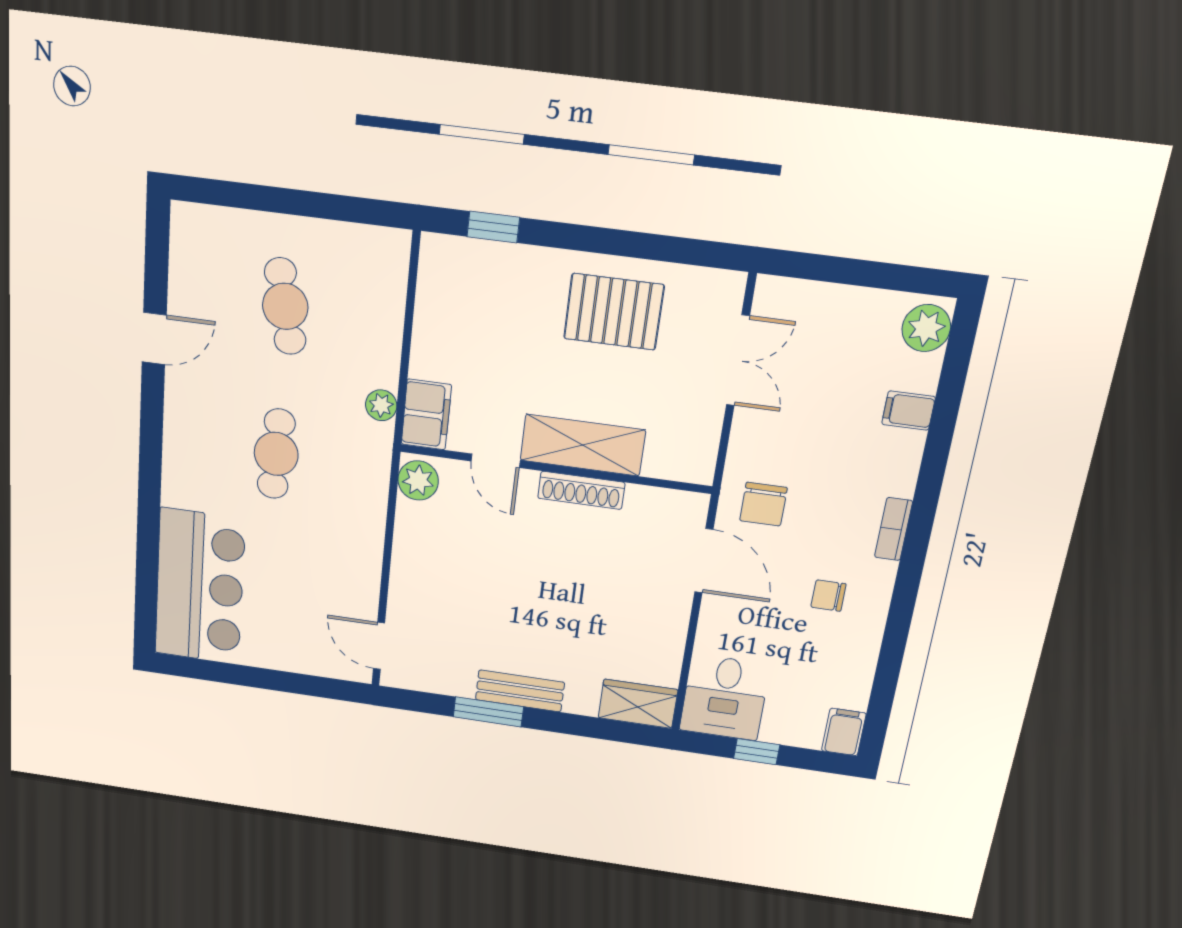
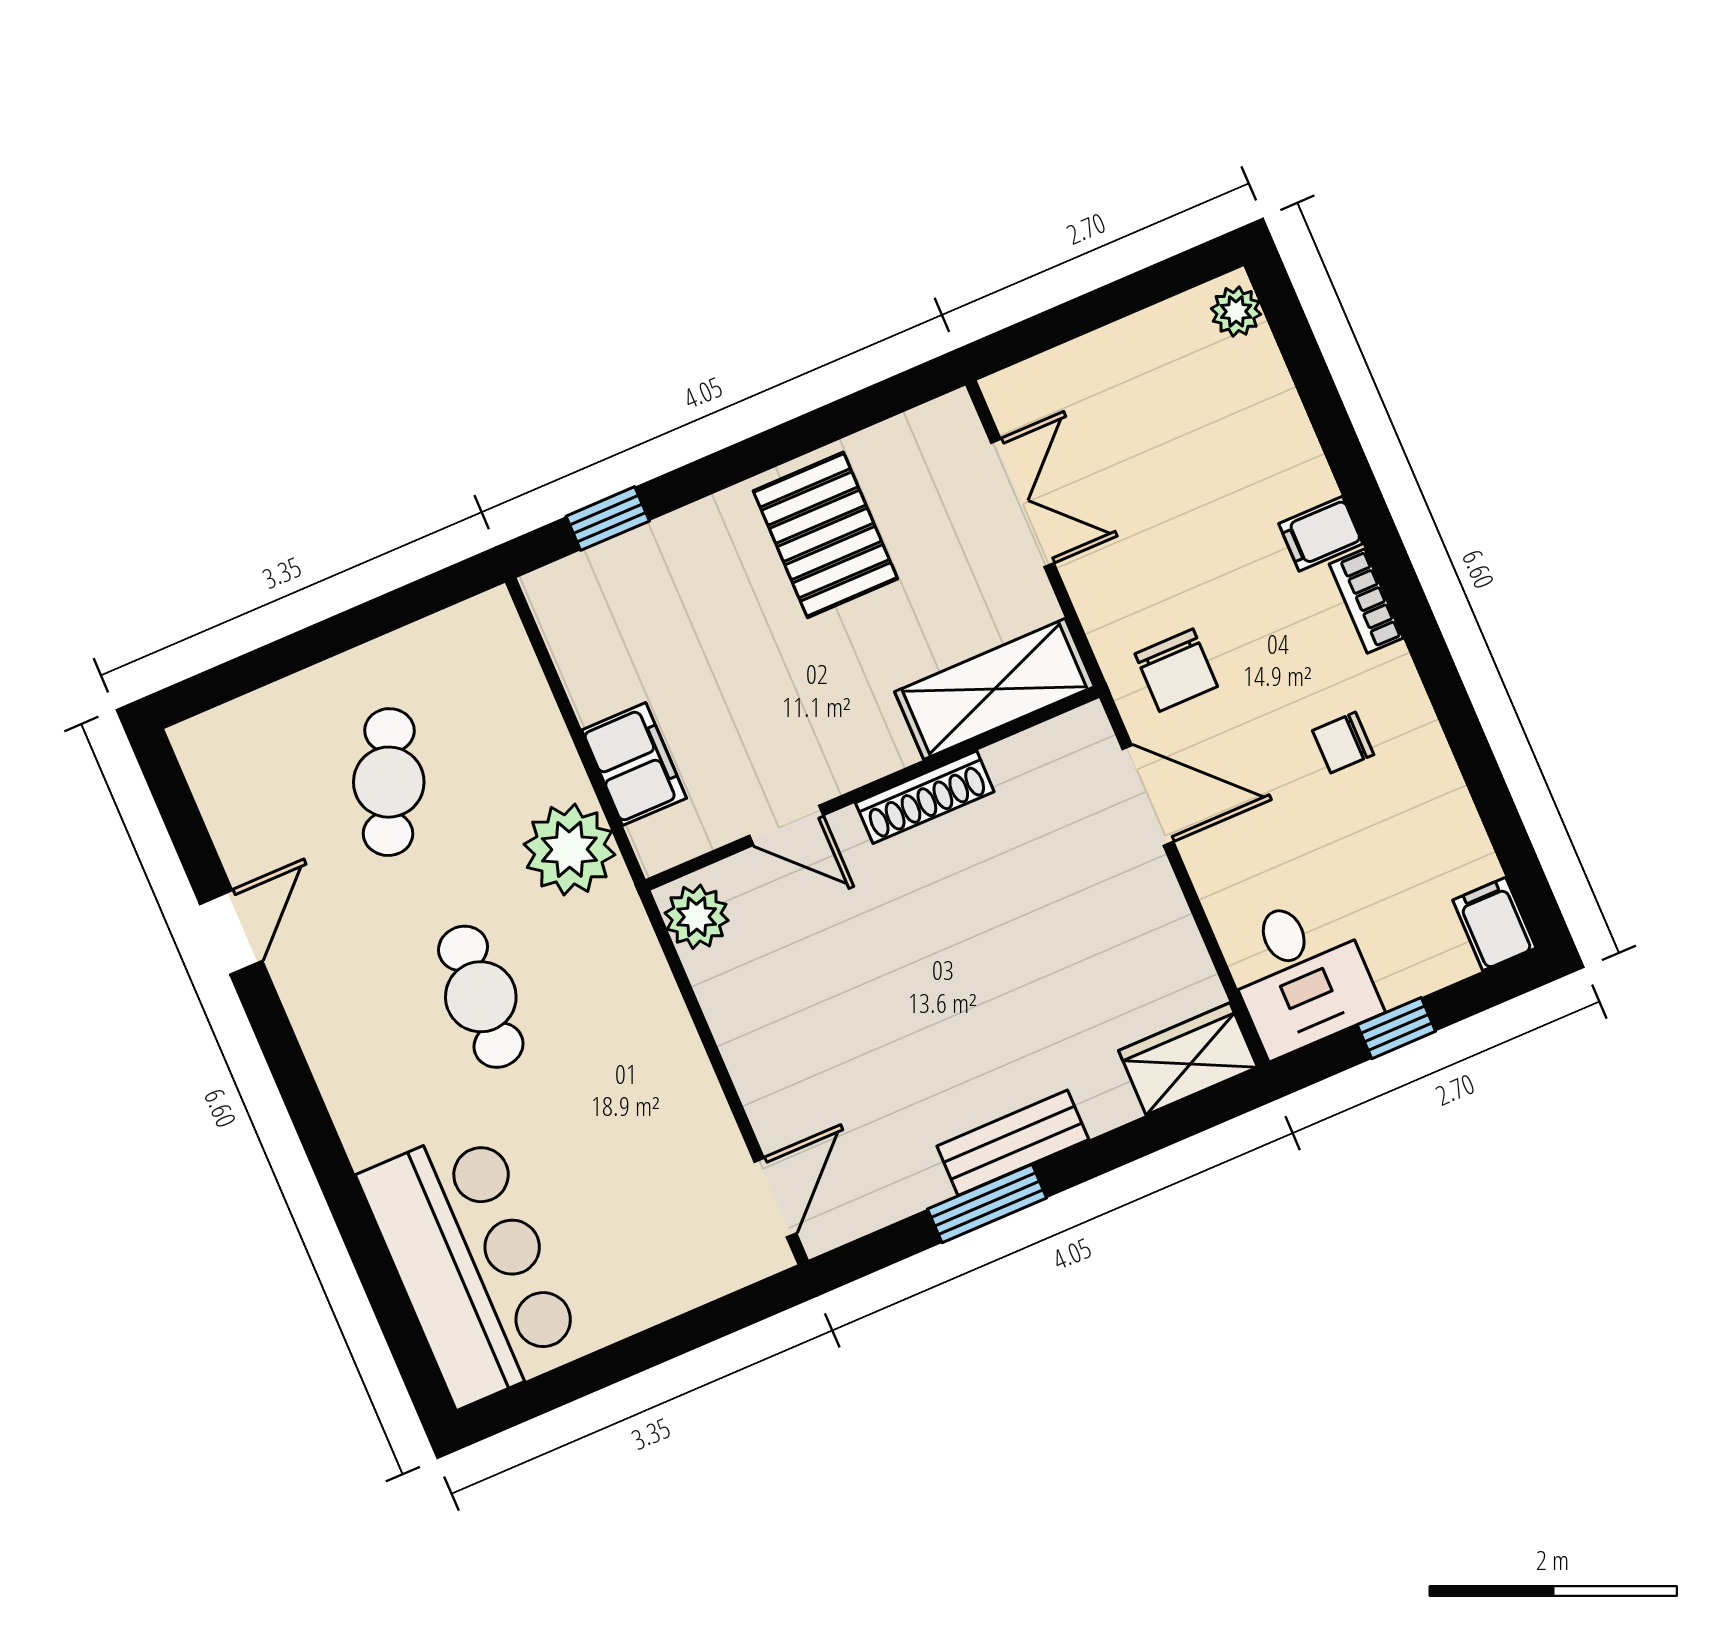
cafe table: (285, 306) -> (389, 782), turned 36
pallet: (614, 312) -> (825, 535), turned 90
plant: (926, 328) -> (1236, 311), width x0.73, depth x0.73
plant: (381, 405) -> (569, 849), width x1.88, depth x1.88
filing cabinet: (909, 411) -> (1321, 534), moved
filing cabinet: (426, 414) -> (634, 764), moved
shelving: (583, 445) -> (995, 689), moved
door: (379, 646) -> (775, 1198), swing flipped

